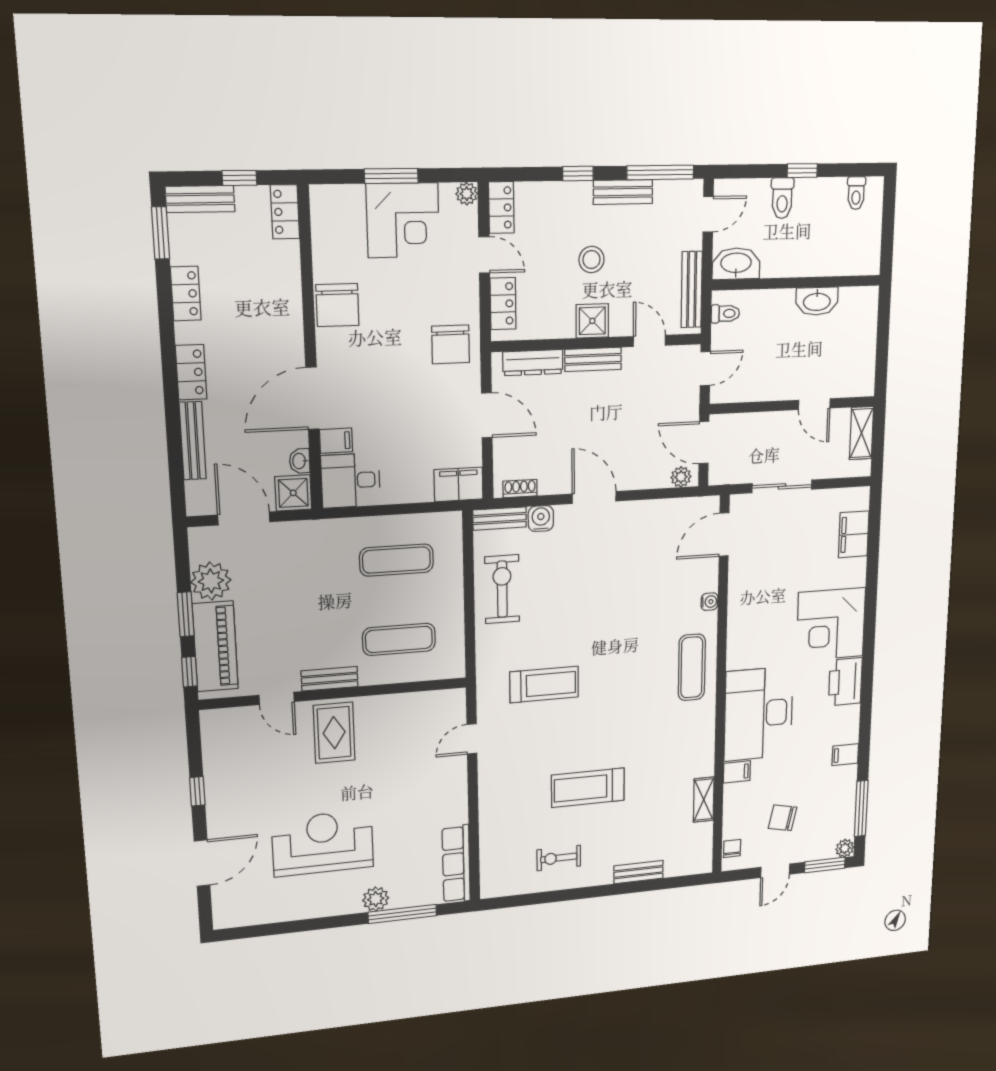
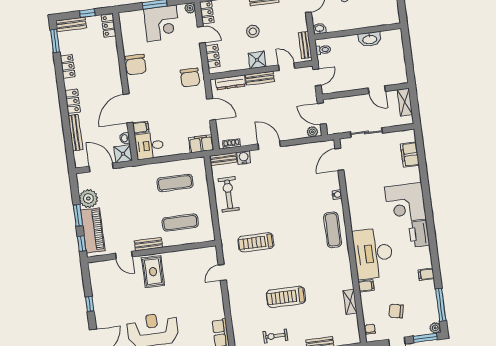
washbasin: (736, 264) -> (320, 29), width x0.52, depth x0.69
bench: (692, 290) -> (305, 45), width x0.73
treadmill: (544, 685) -> (256, 242), turned 180

